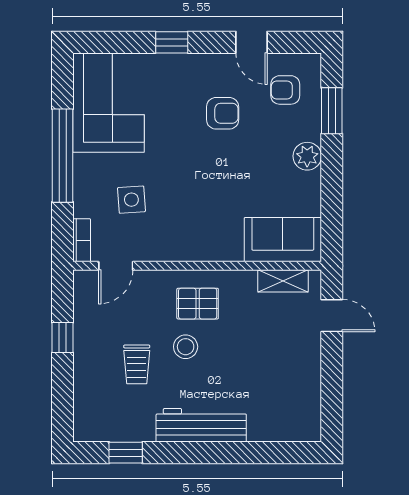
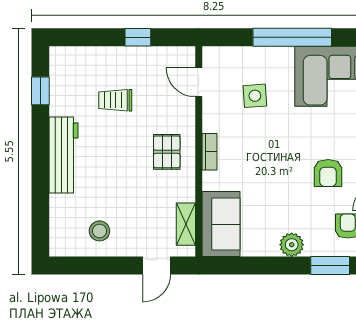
bookcase: (82, 240) -> (209, 152), moved, turned -90
stool: (186, 347) -> (99, 231), moved

